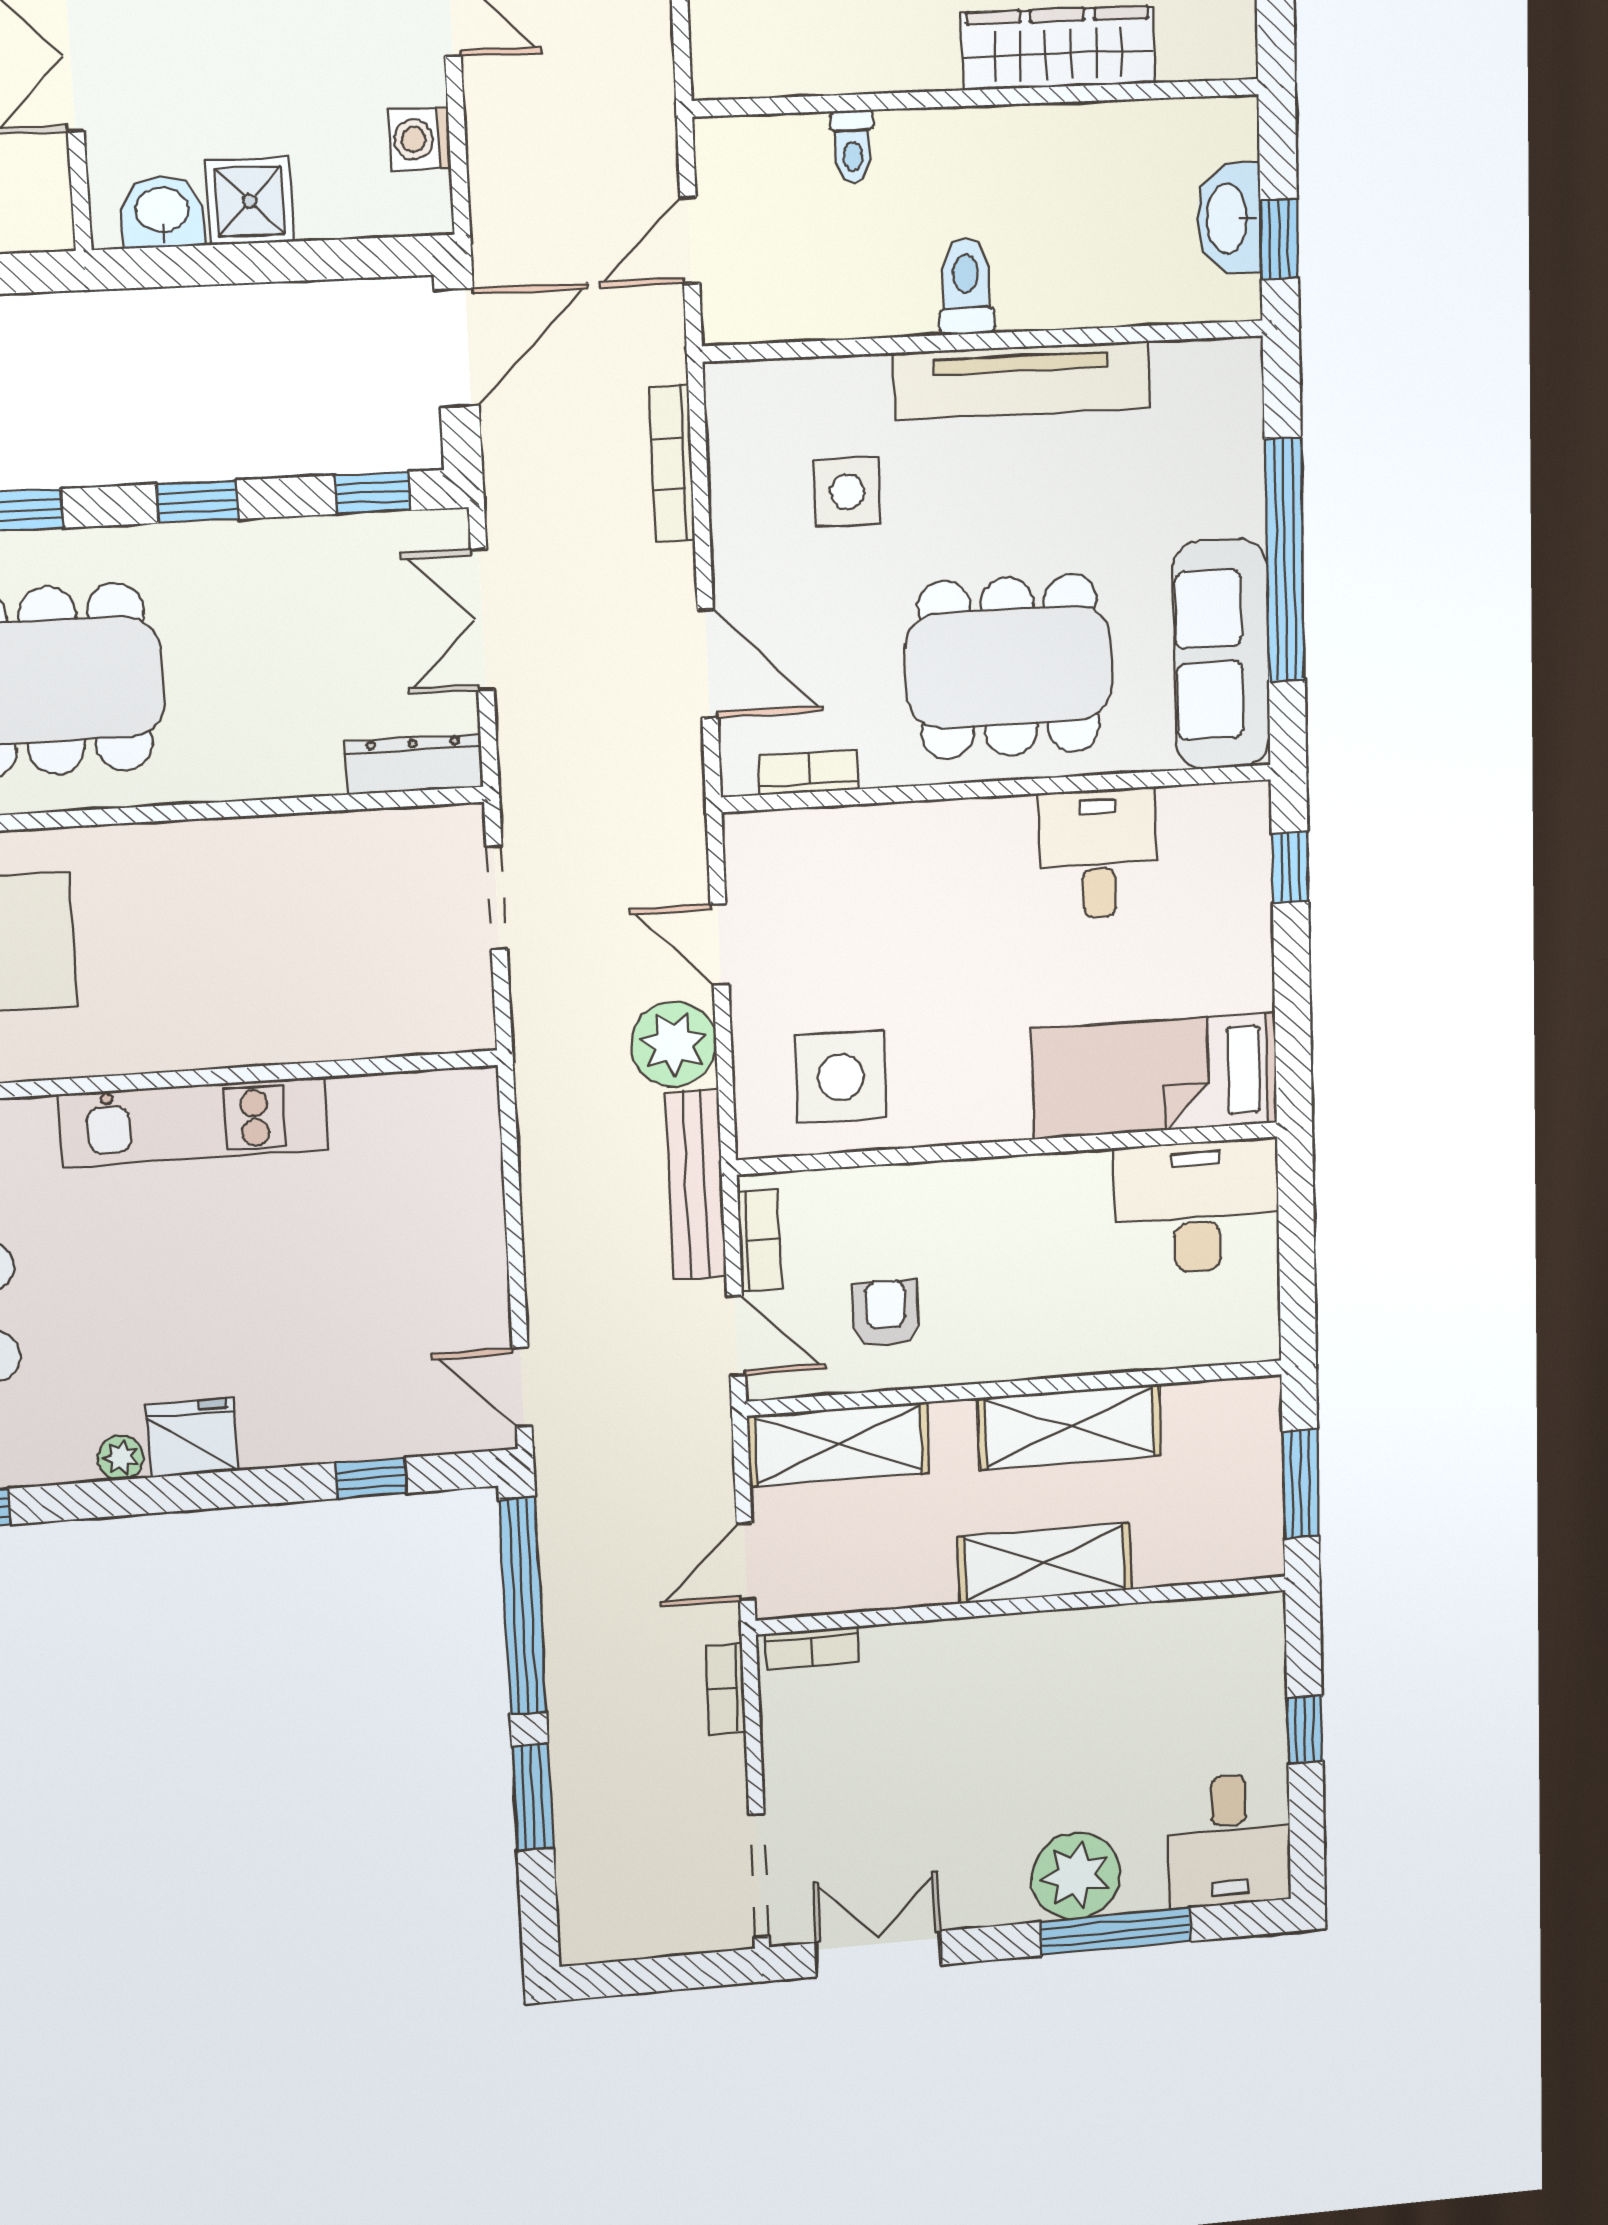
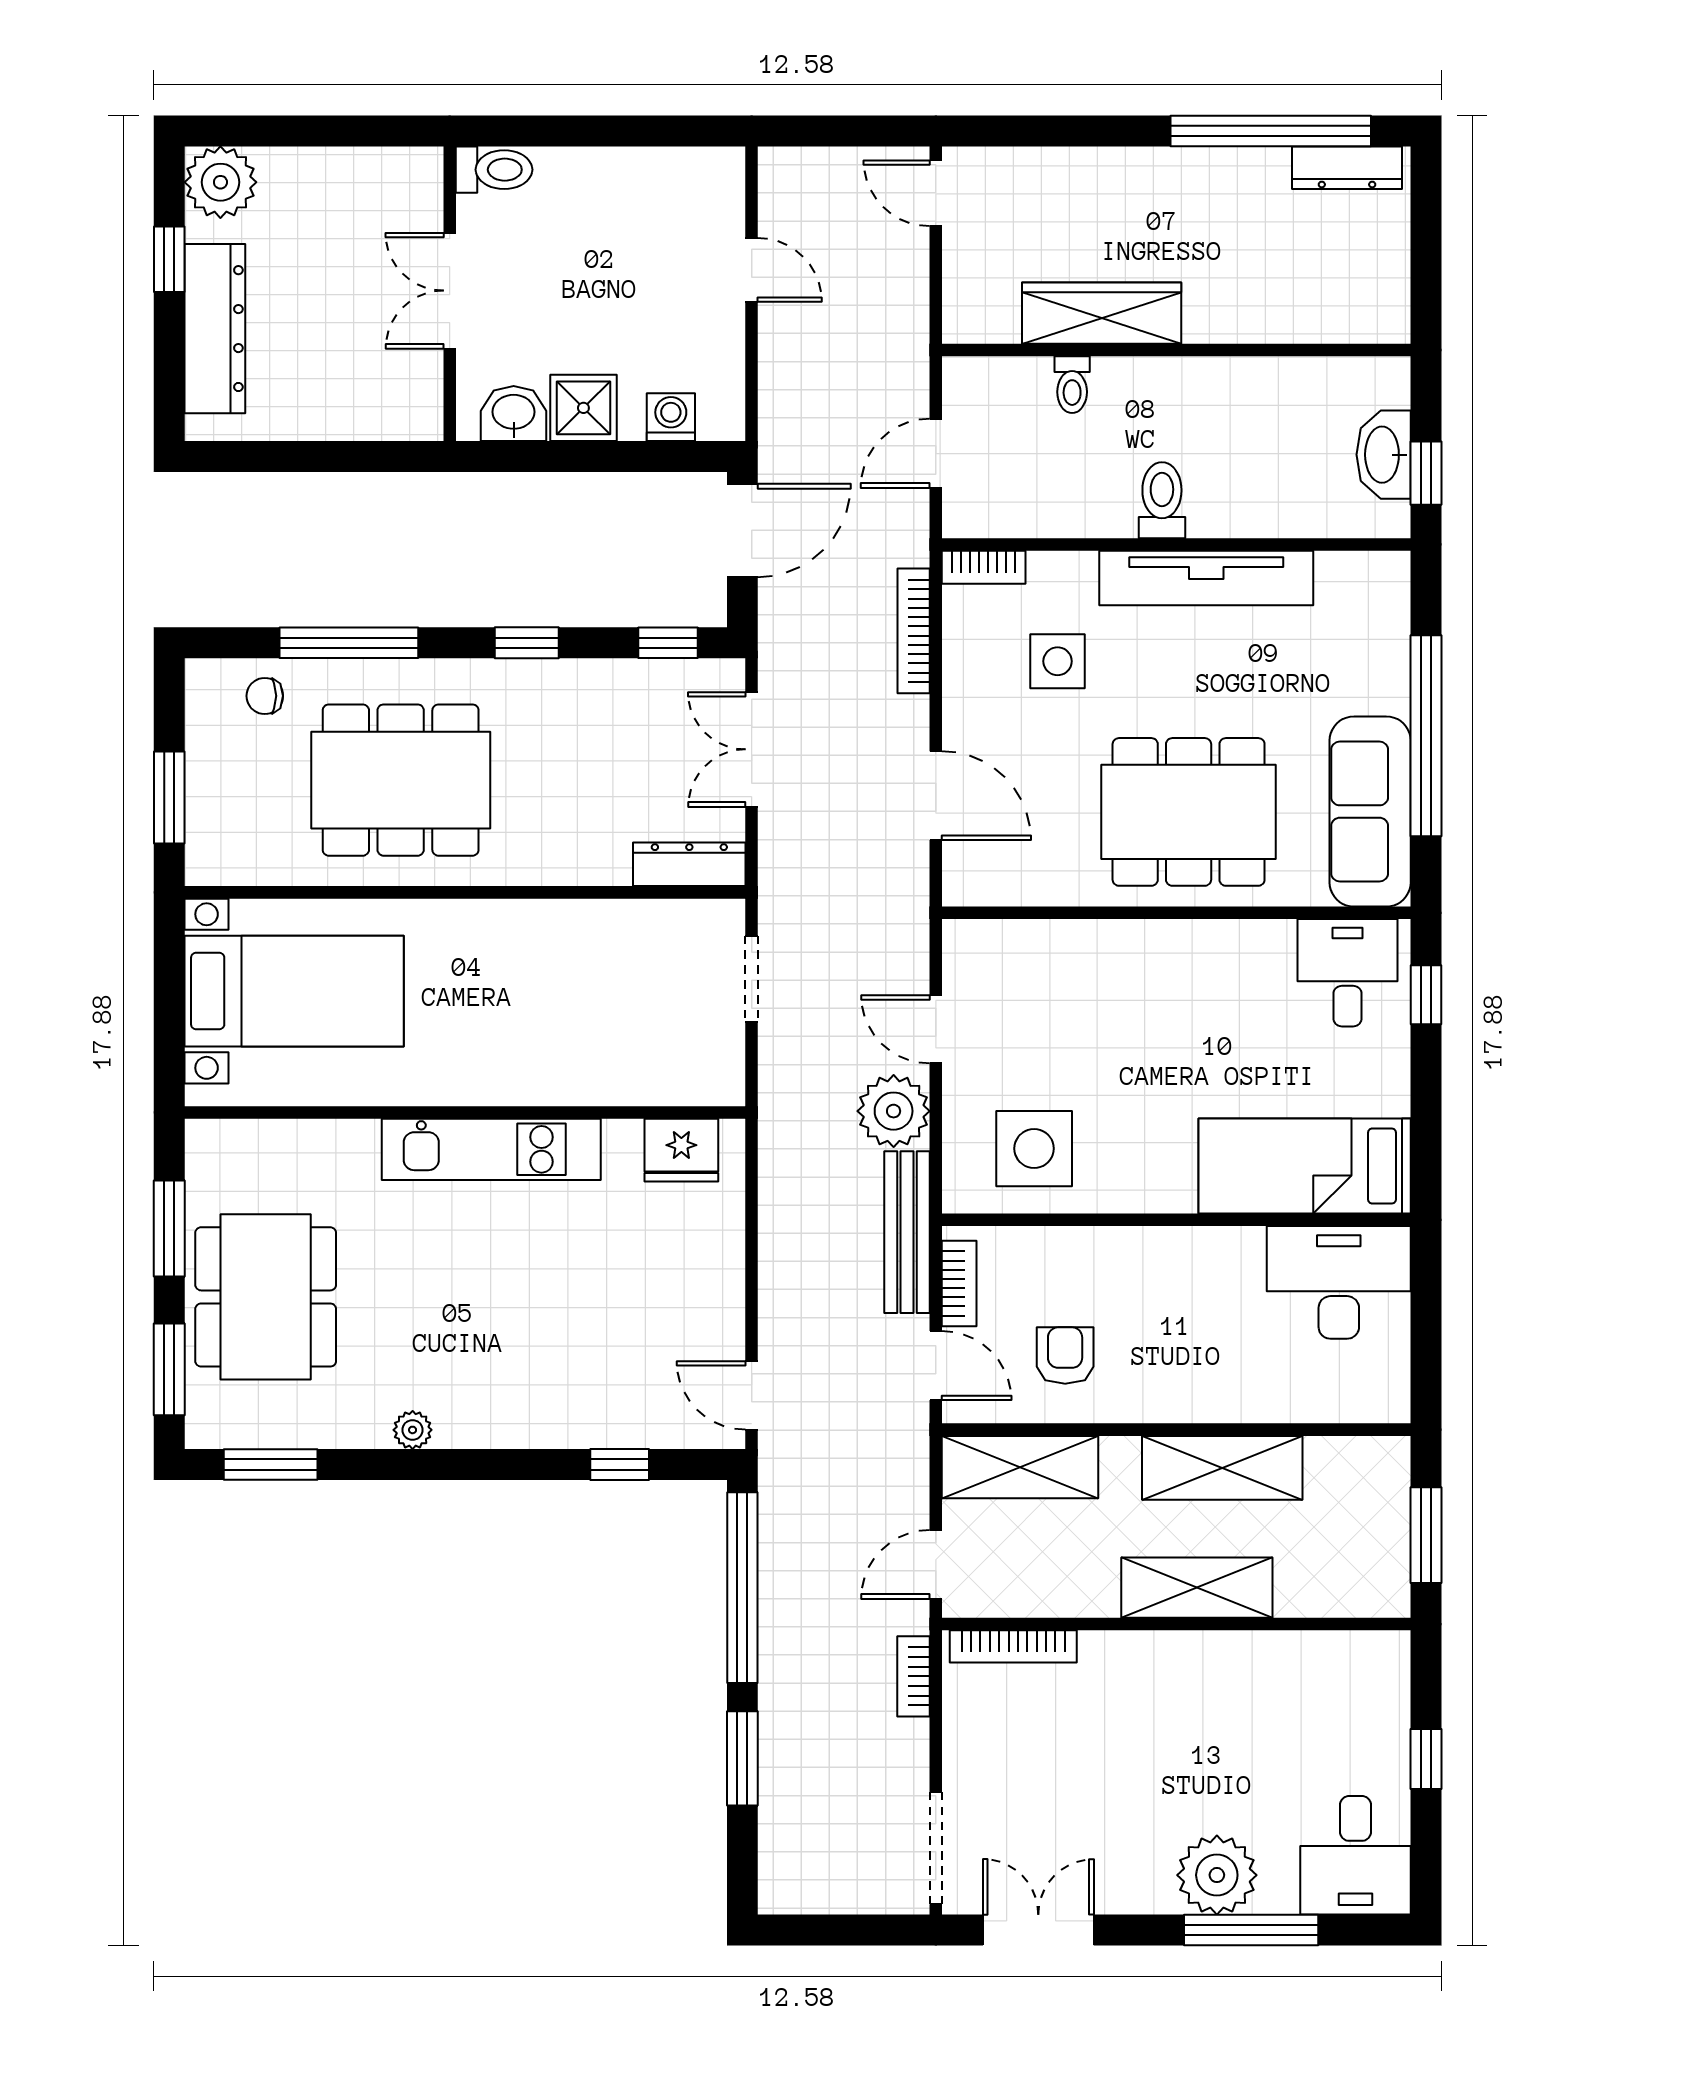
wardrobe: (1058, 48) -> (1102, 313), moved
washing machine: (420, 139) -> (671, 417), moved, turned 90
bookcase: (809, 772) -> (984, 567), moved, turned 180
desk: (1098, 853) -> (1347, 973), moved
fridge: (192, 1438) -> (681, 1150), moved, turned 180
bookcase: (812, 1648) -> (1013, 1646), width x1.56

